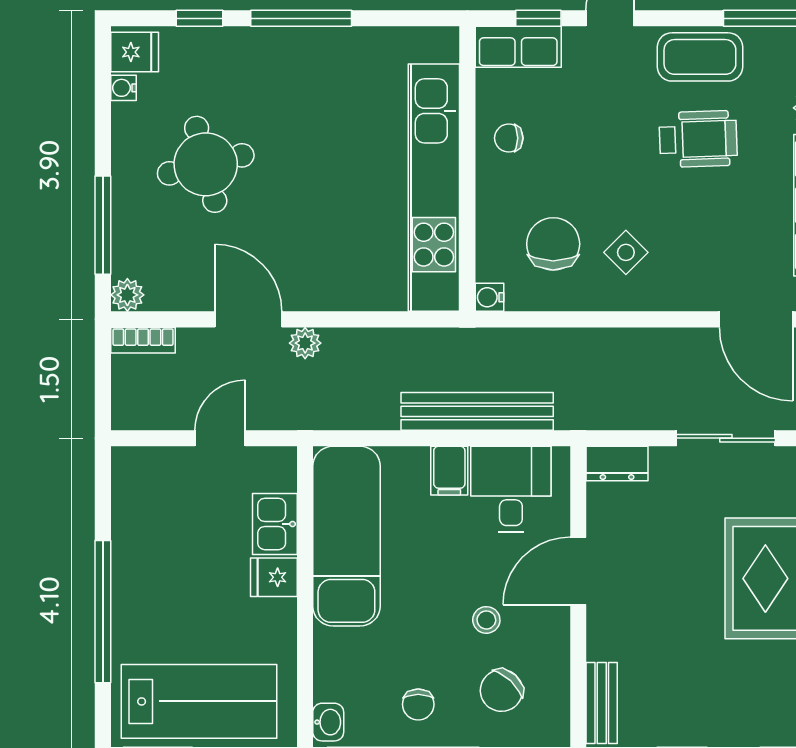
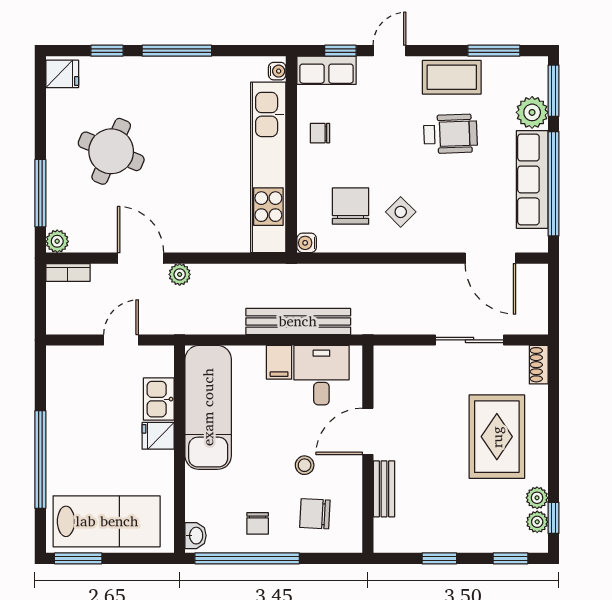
water cooler: (124, 88) -> (277, 71), moved, turned 180
round table: (206, 164) -> (111, 151), turned 37
dresser: (617, 464) -> (395, 357), removed
chair: (501, 690) -> (315, 514), turned 50
bench: (602, 703) -> (384, 489), moved

